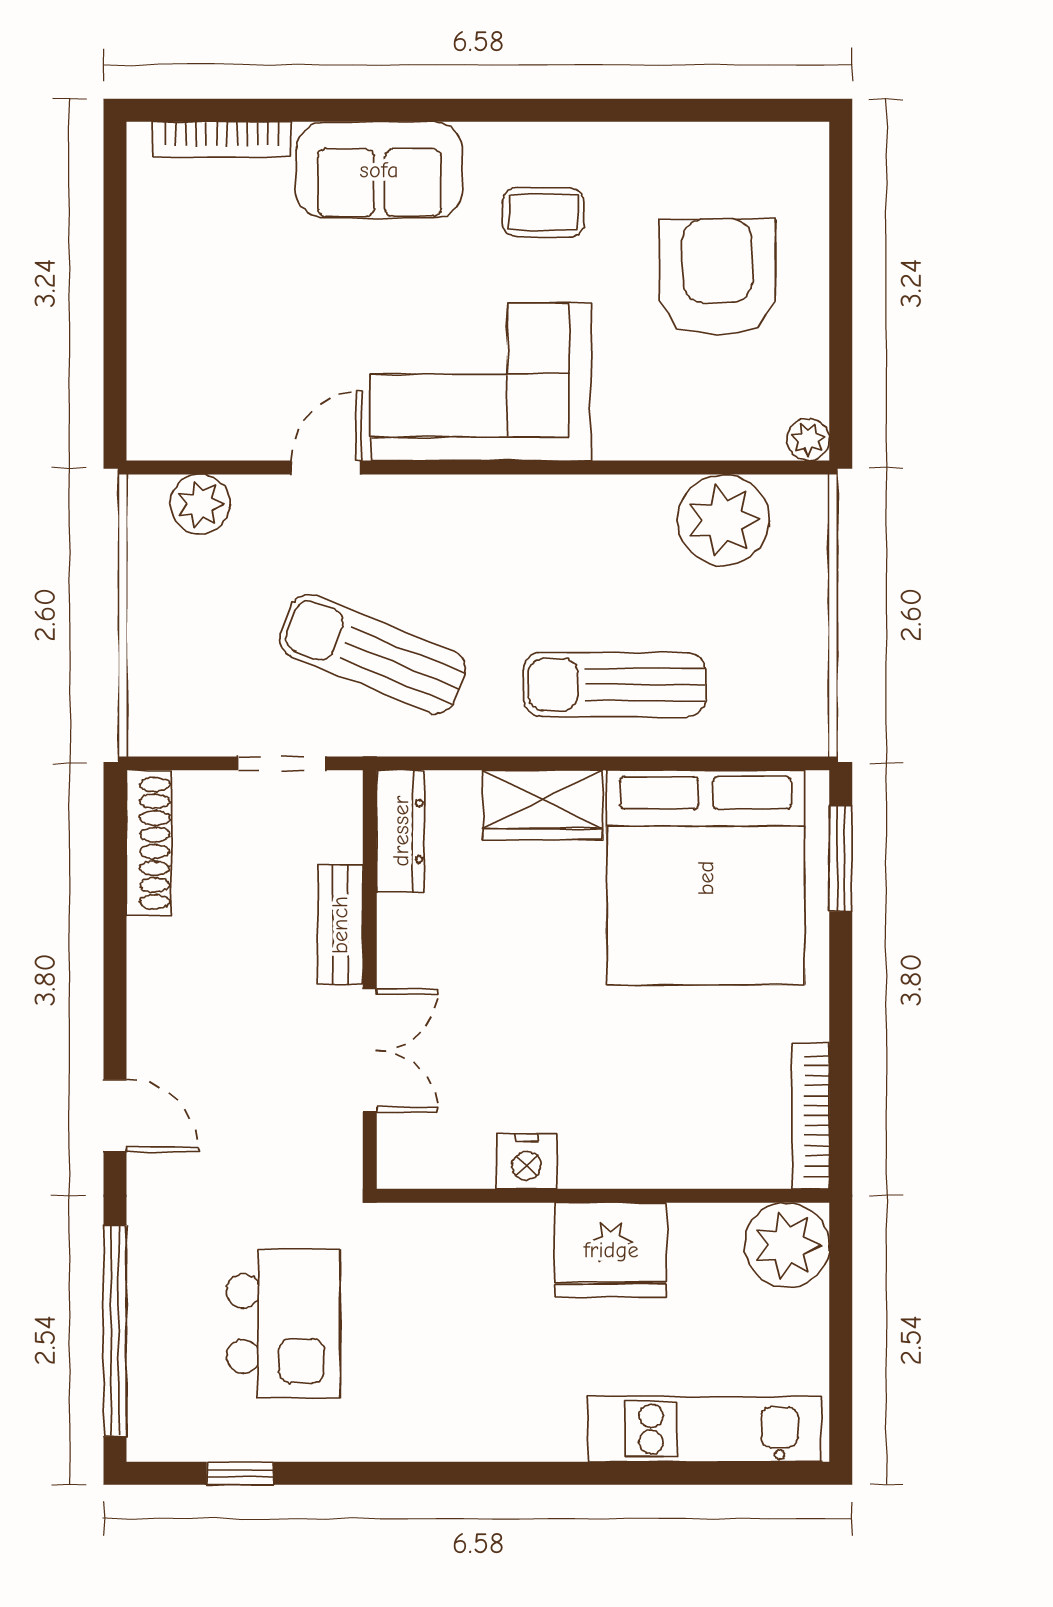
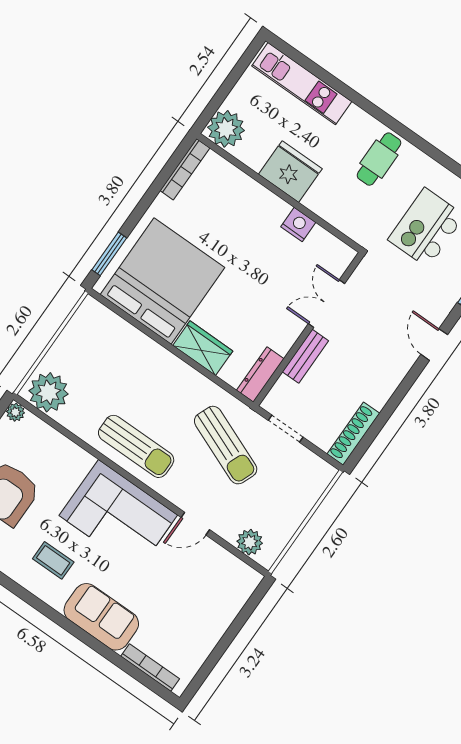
plant: (723, 520) -> (49, 392), moved
sun lounger: (614, 685) -> (136, 446), moved
cafe table: (461, 1390) -> (379, 159), added

